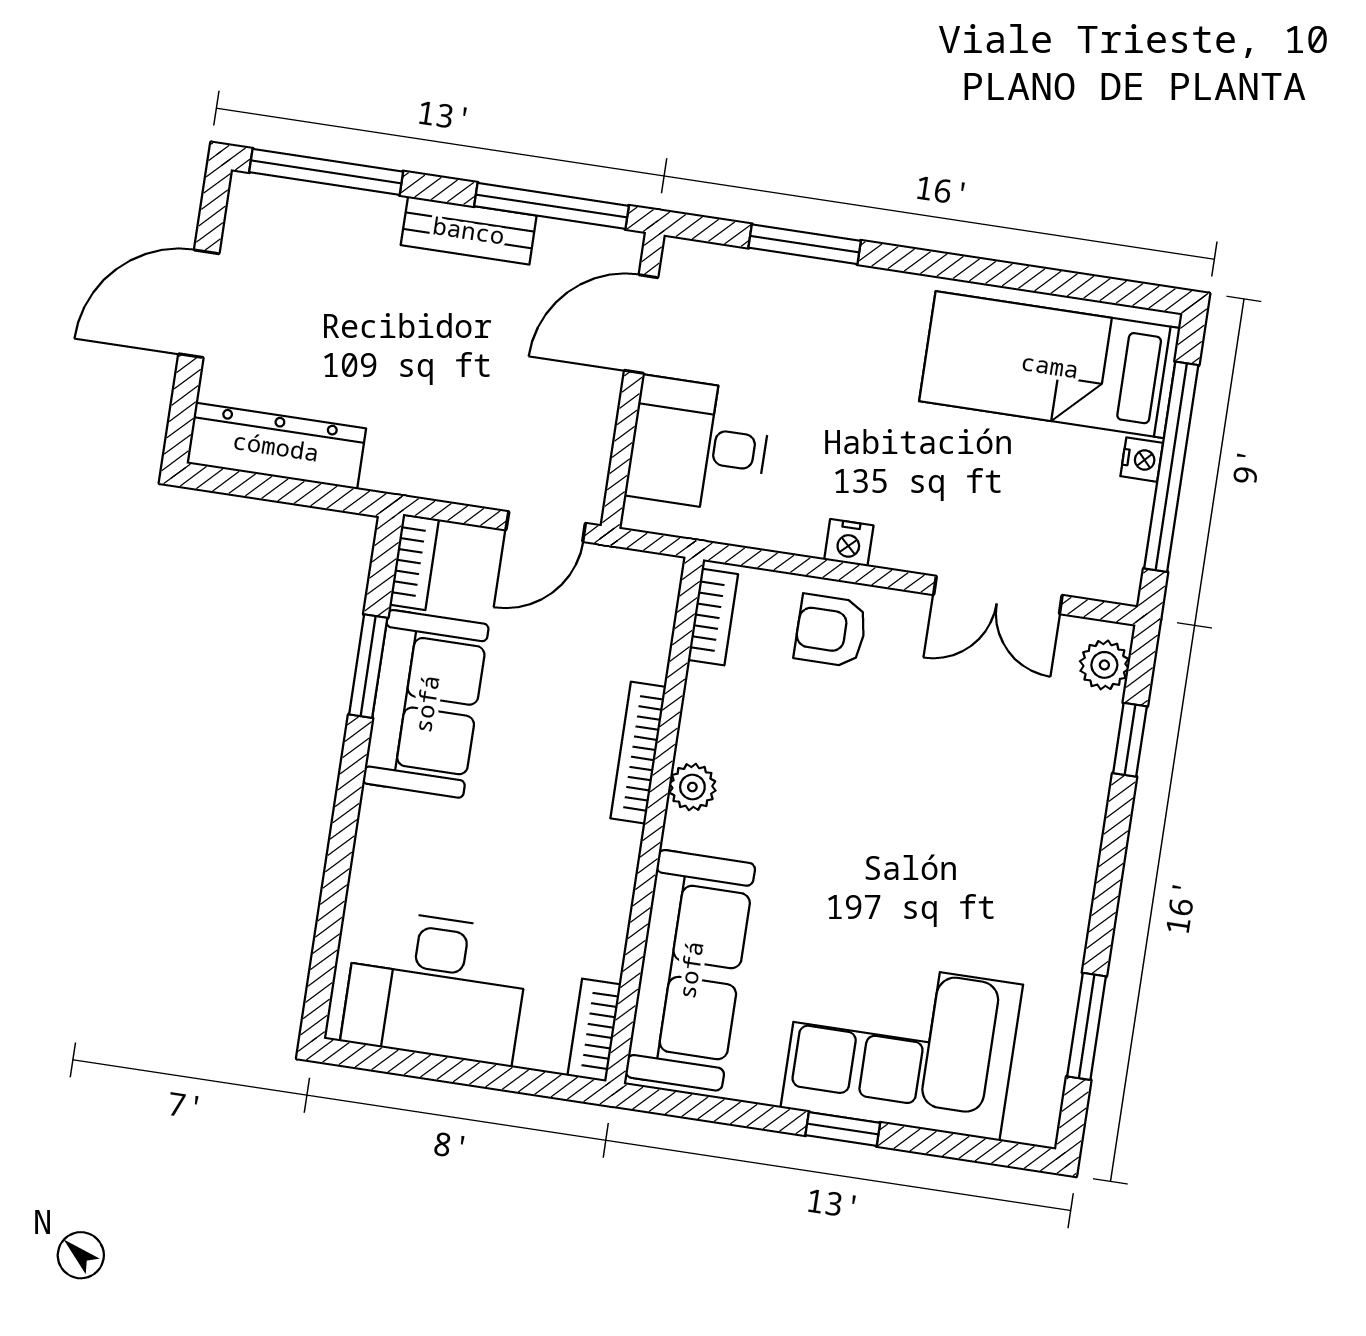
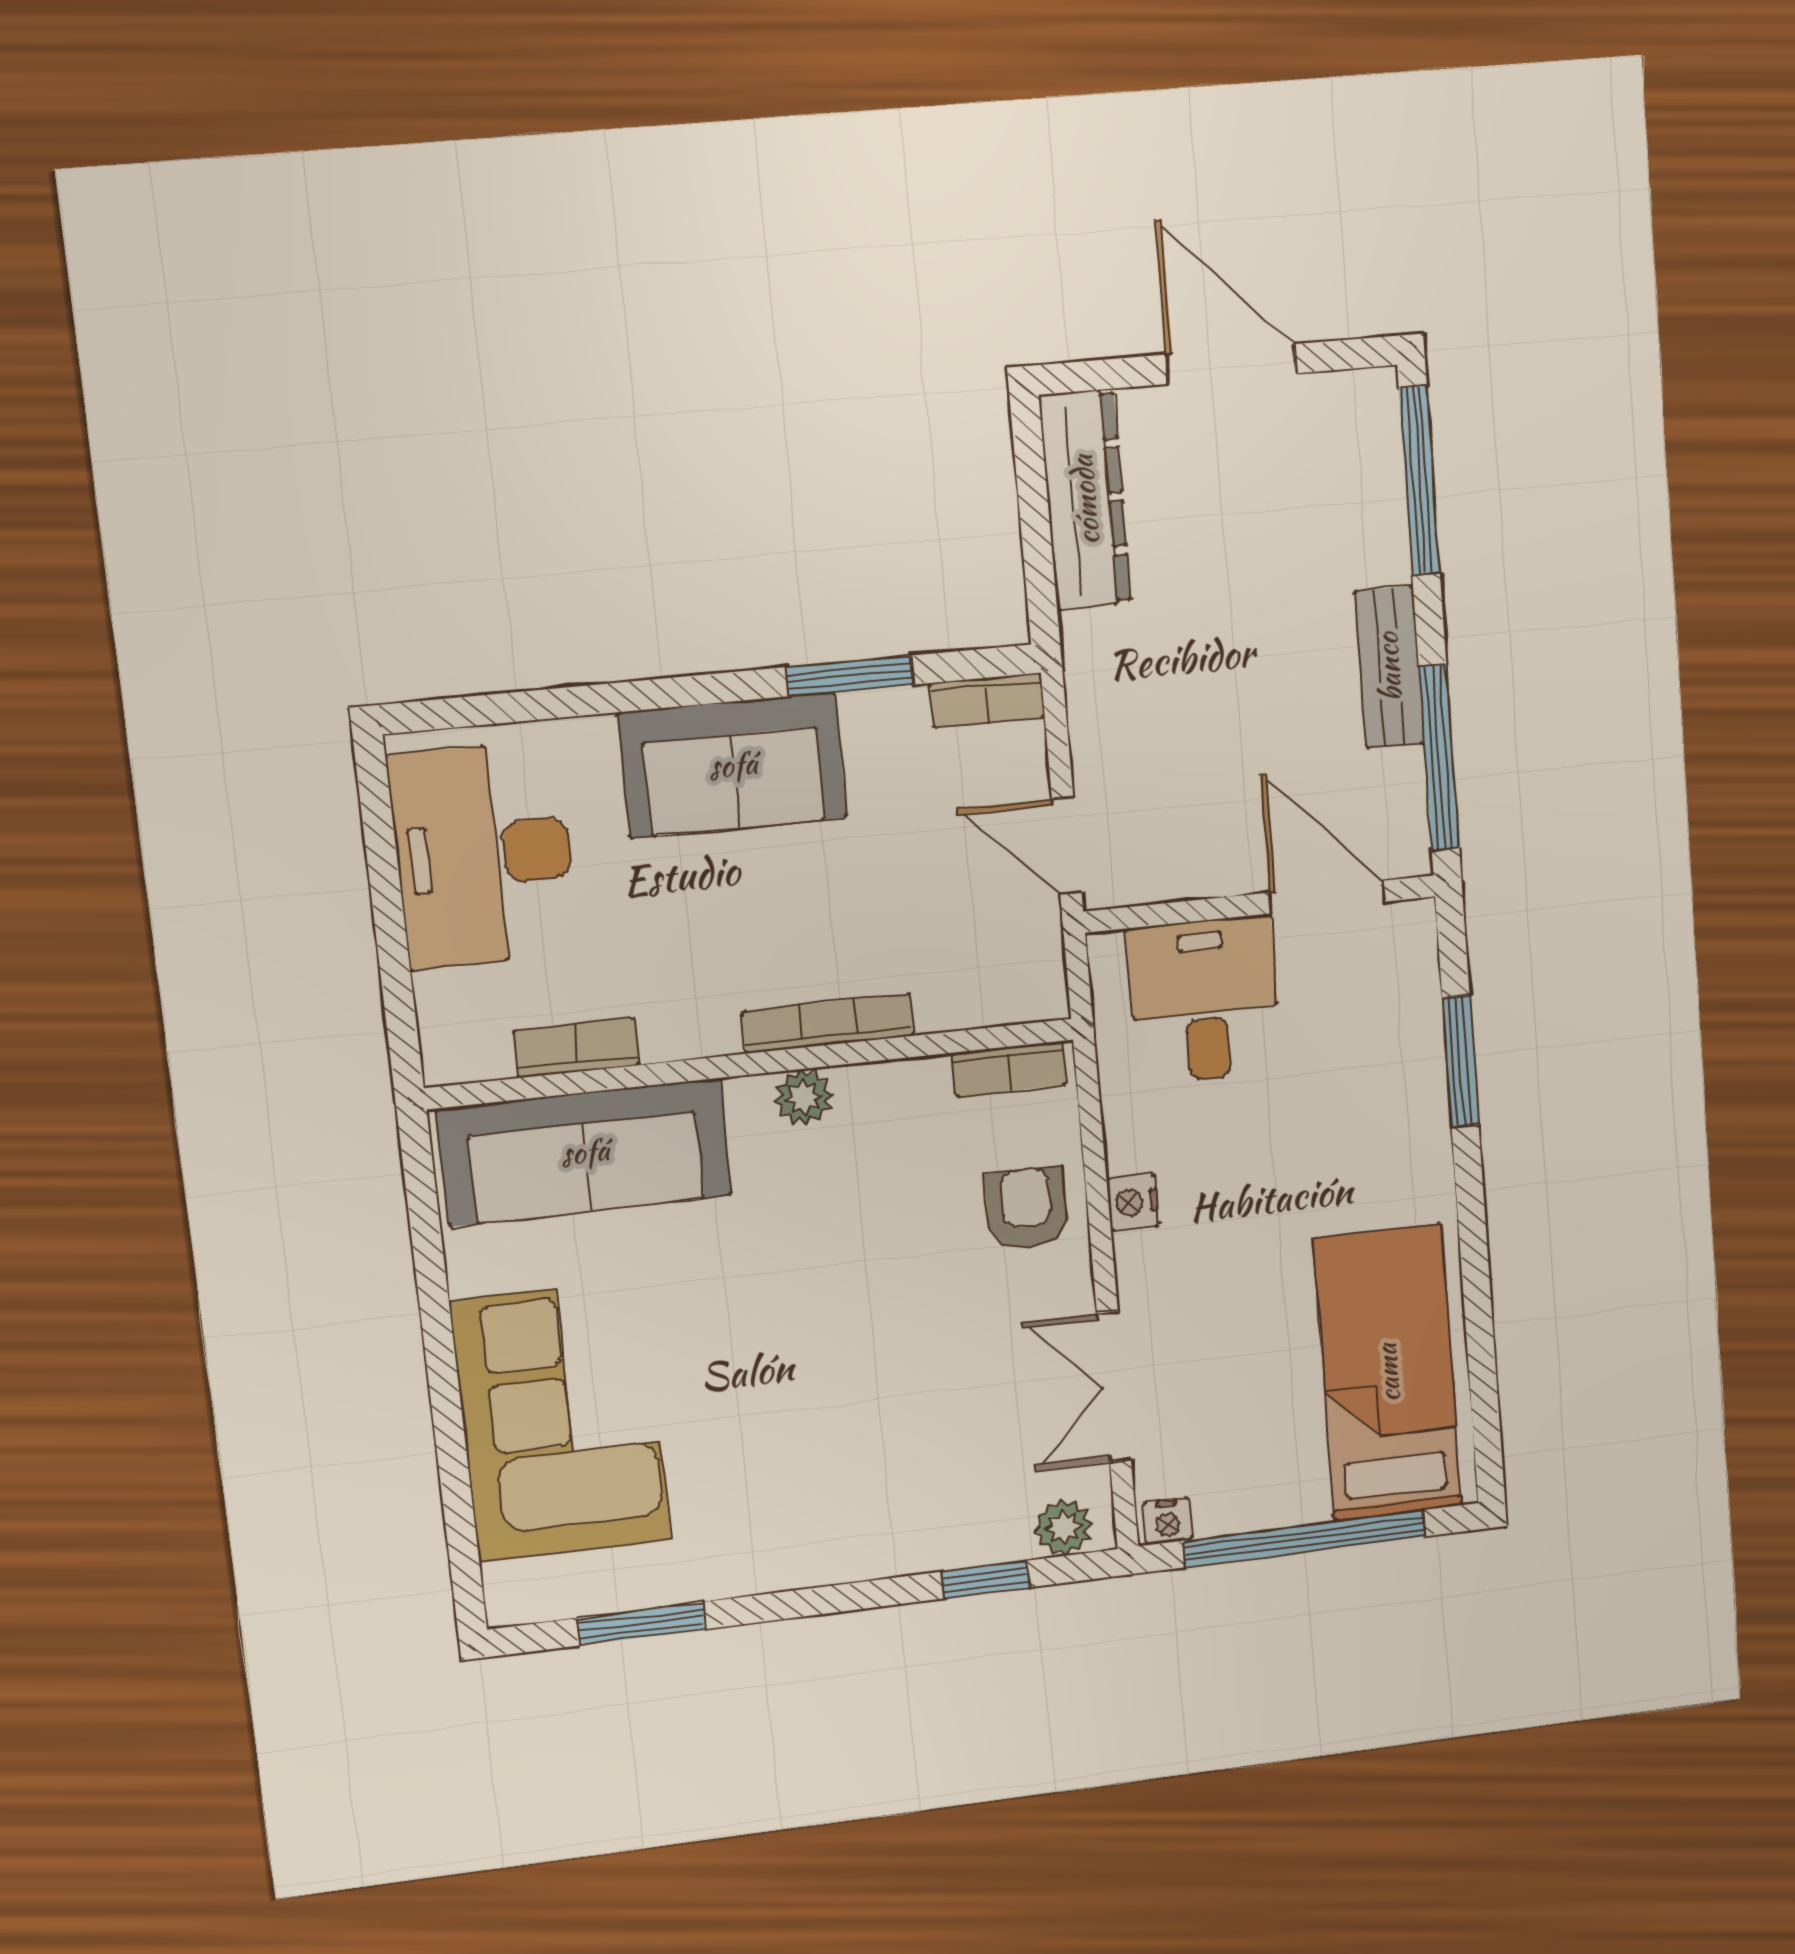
nightstand: (1142, 460) -> (1168, 1521), moved
sofa: (426, 704) -> (733, 765), moved
bookcase: (594, 1030) -> (576, 1048), moved
window: (843, 1129) -> (443, 1380), removed

